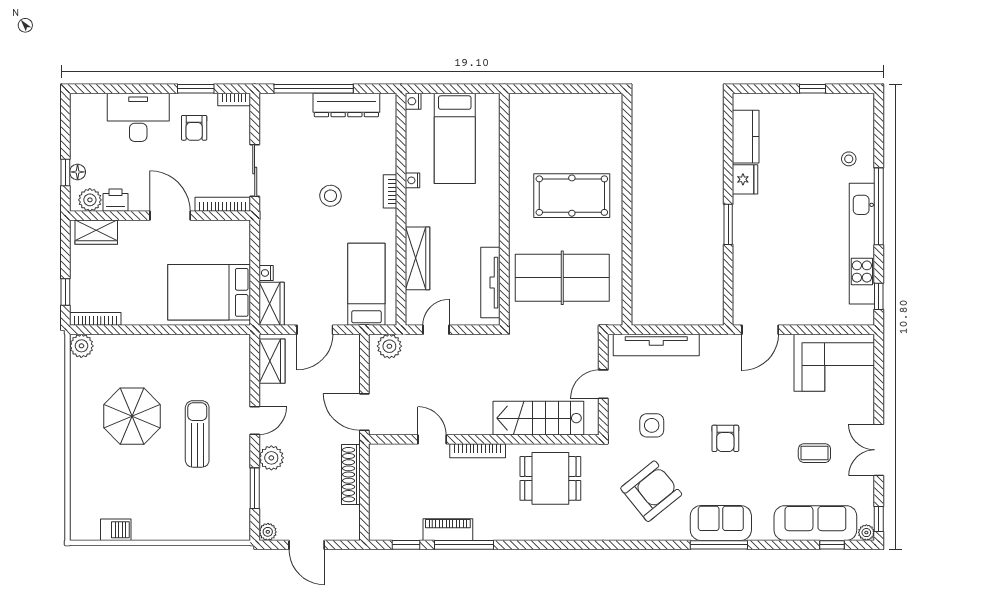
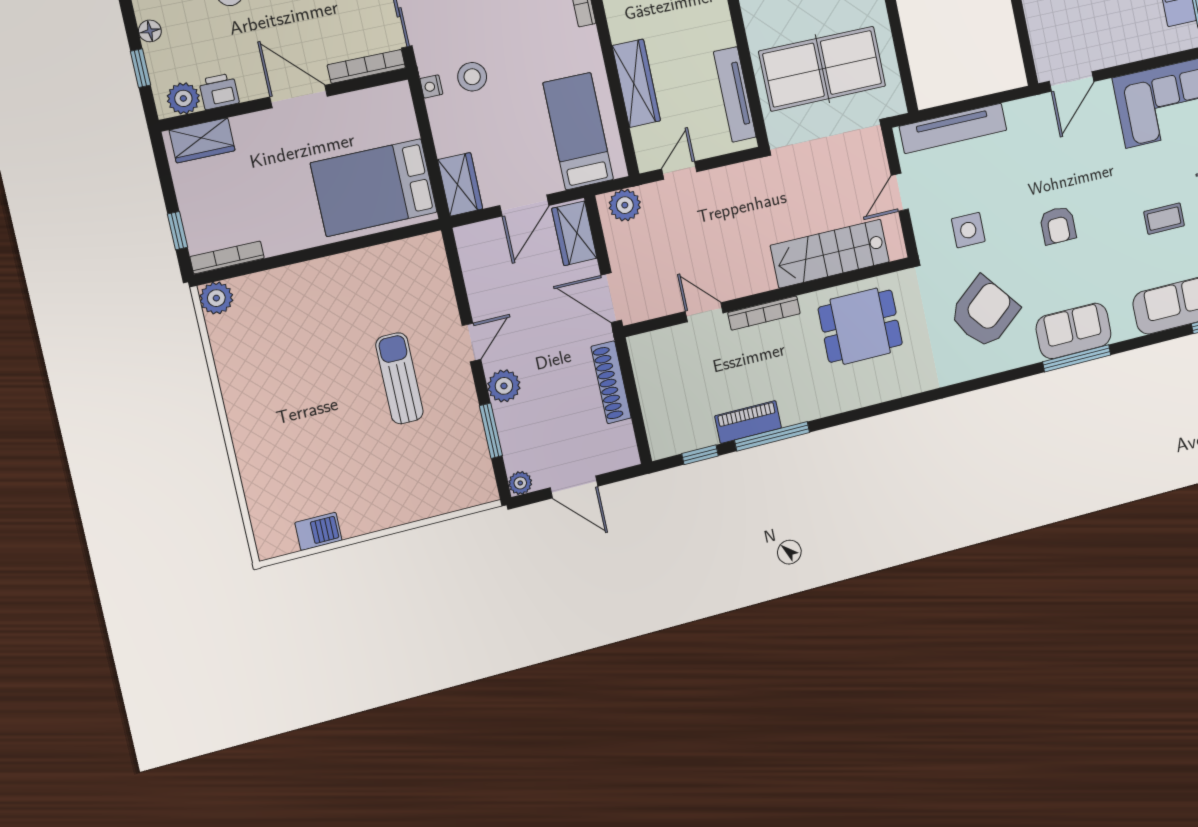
floor lamp: (78, 172) -> (150, 31), moved
stool: (330, 196) -> (472, 77), moved
nightstand: (266, 273) -> (431, 86), moved
wardrobe: (272, 361) -> (574, 233), moved, turned 180
parasol: (132, 416) -> (307, 376), removed

